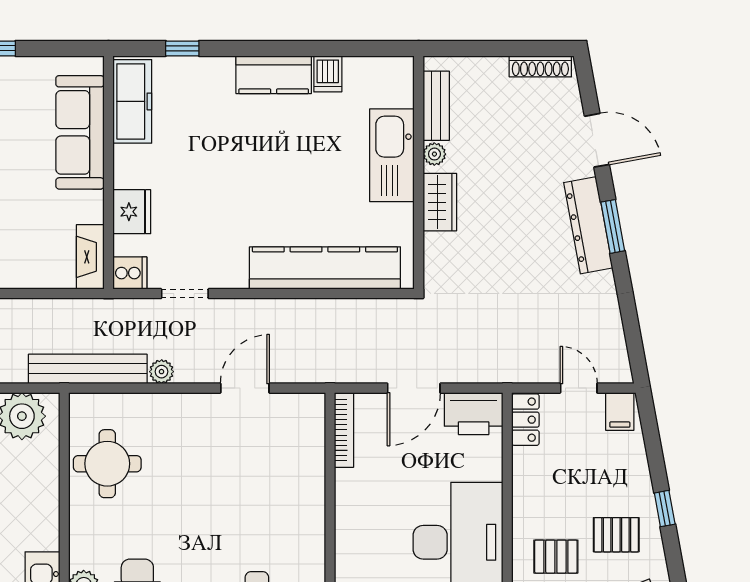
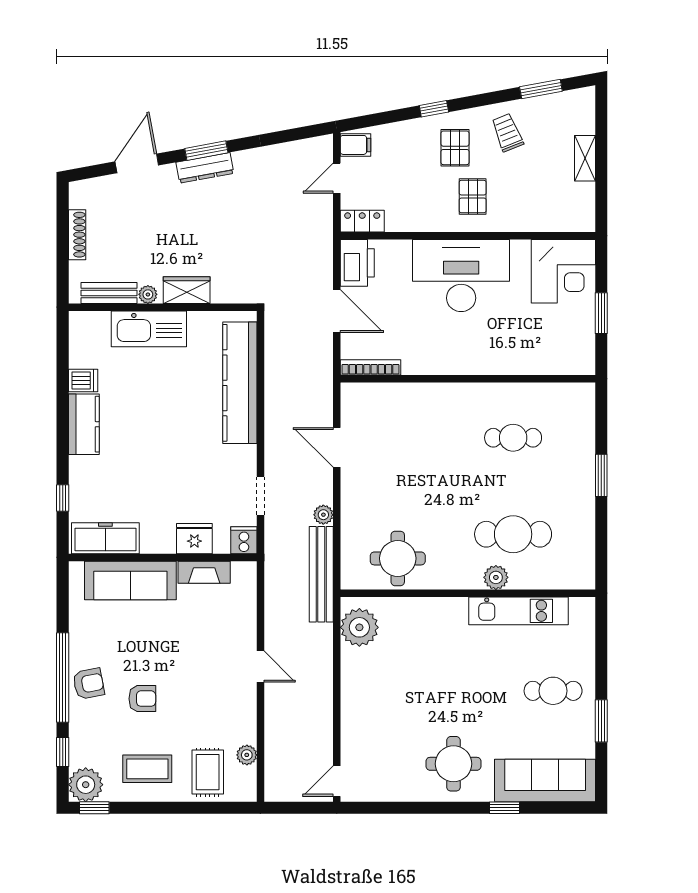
shoe rack: (540, 66) -> (77, 235), moved
dresser: (588, 225) -> (205, 168), width x0.73, depth x0.80
fireplace: (90, 257) -> (204, 572), moved

